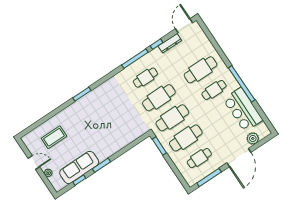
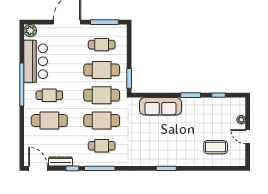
door: (184, 26) -> (38, 168), swing flipped
plant: (253, 138) -> (30, 31), moved
sofa: (79, 167) -> (161, 106), moved

